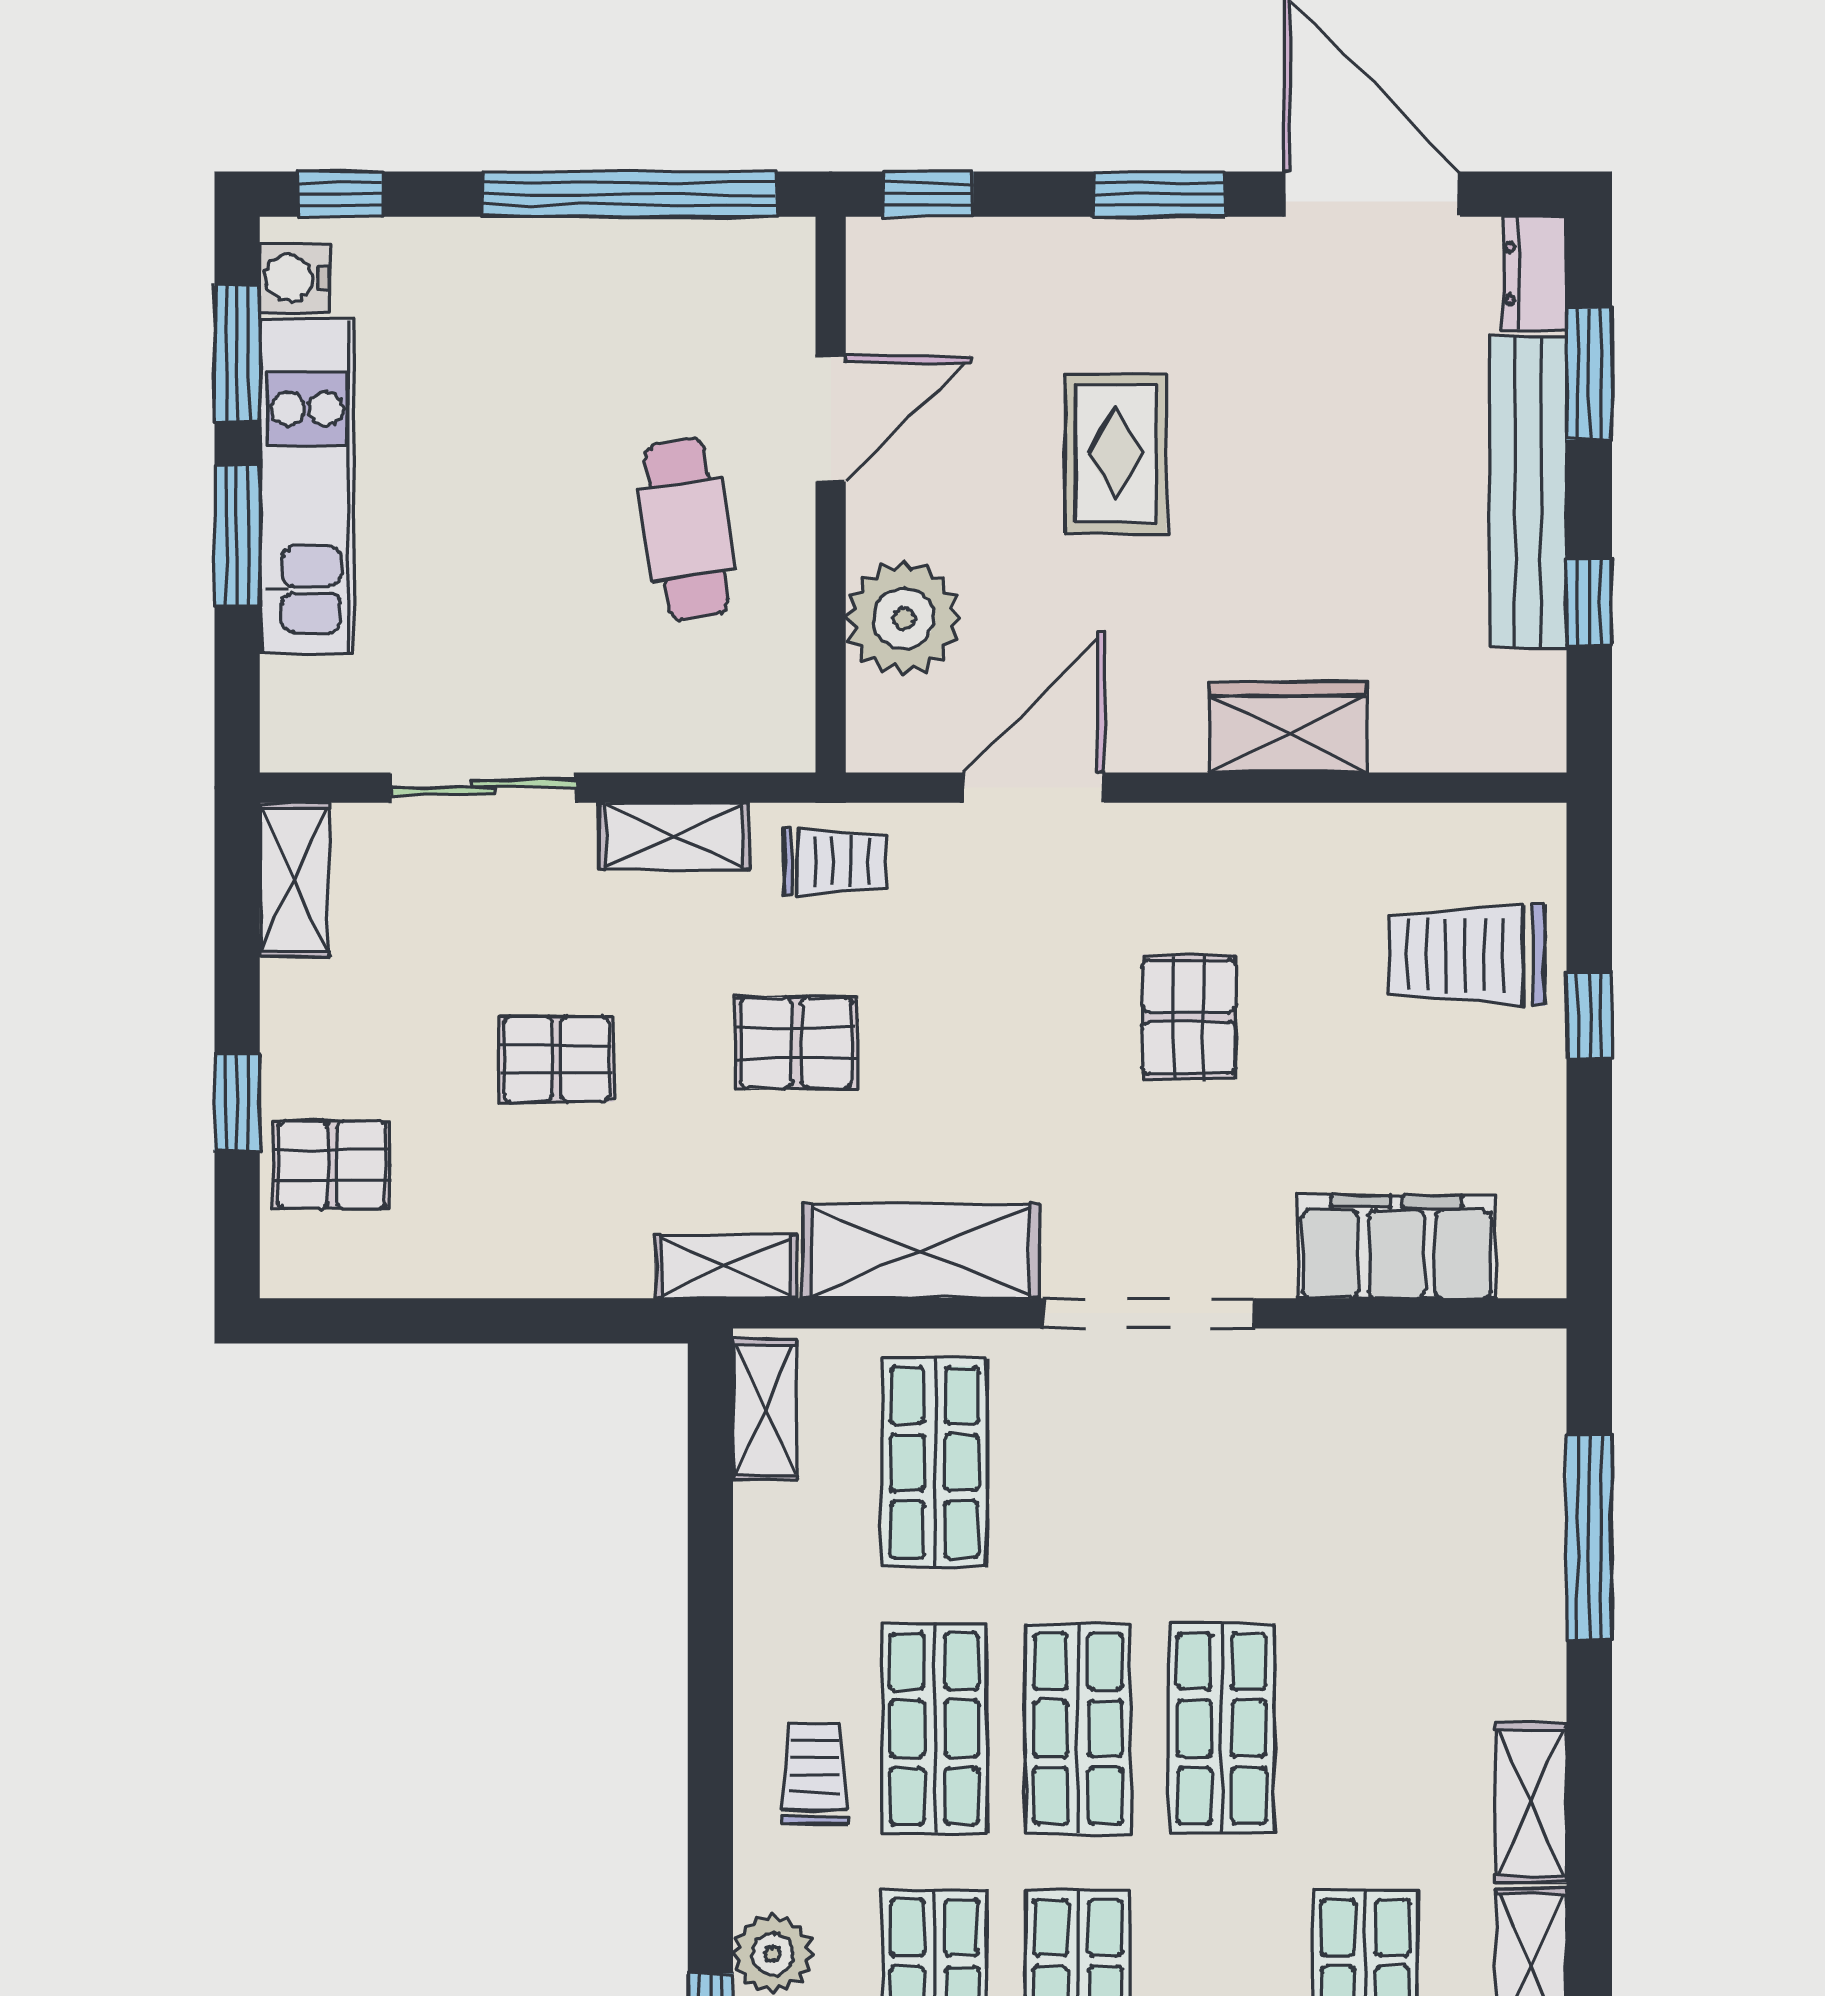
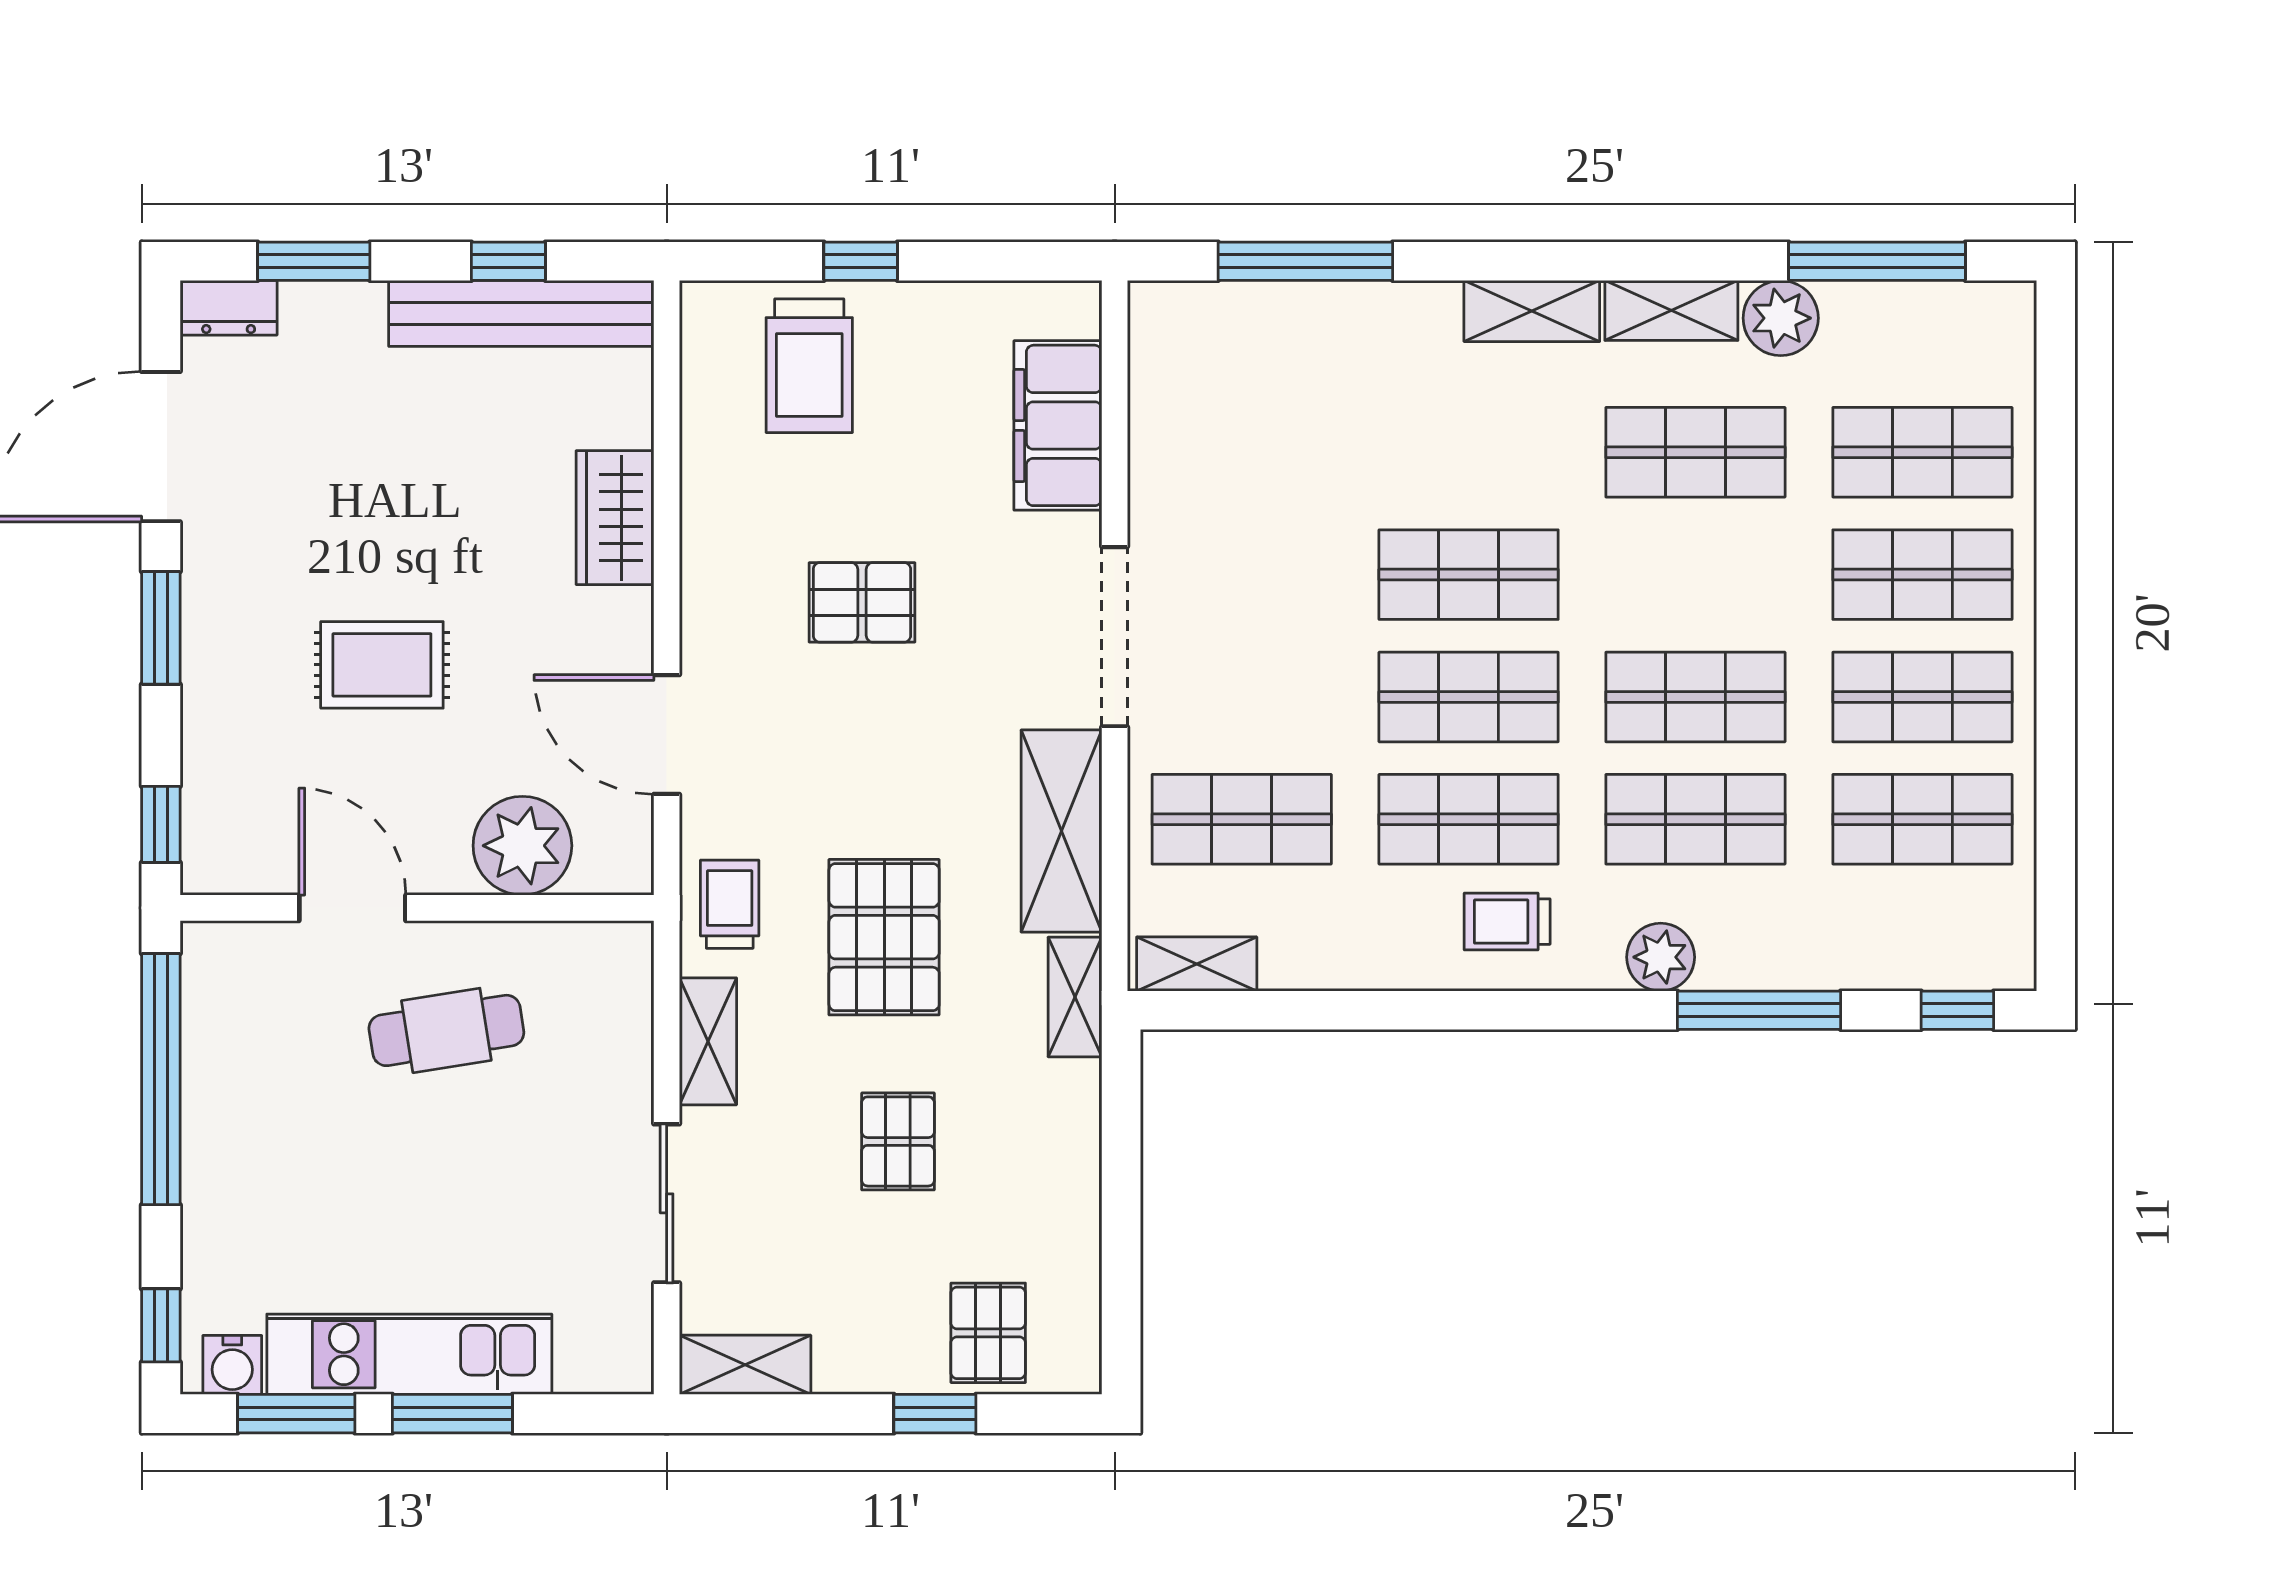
bench: (1528, 492) -> (521, 313), moved
pallet: (796, 1043) -> (884, 937), width x1.50, depth x1.42

